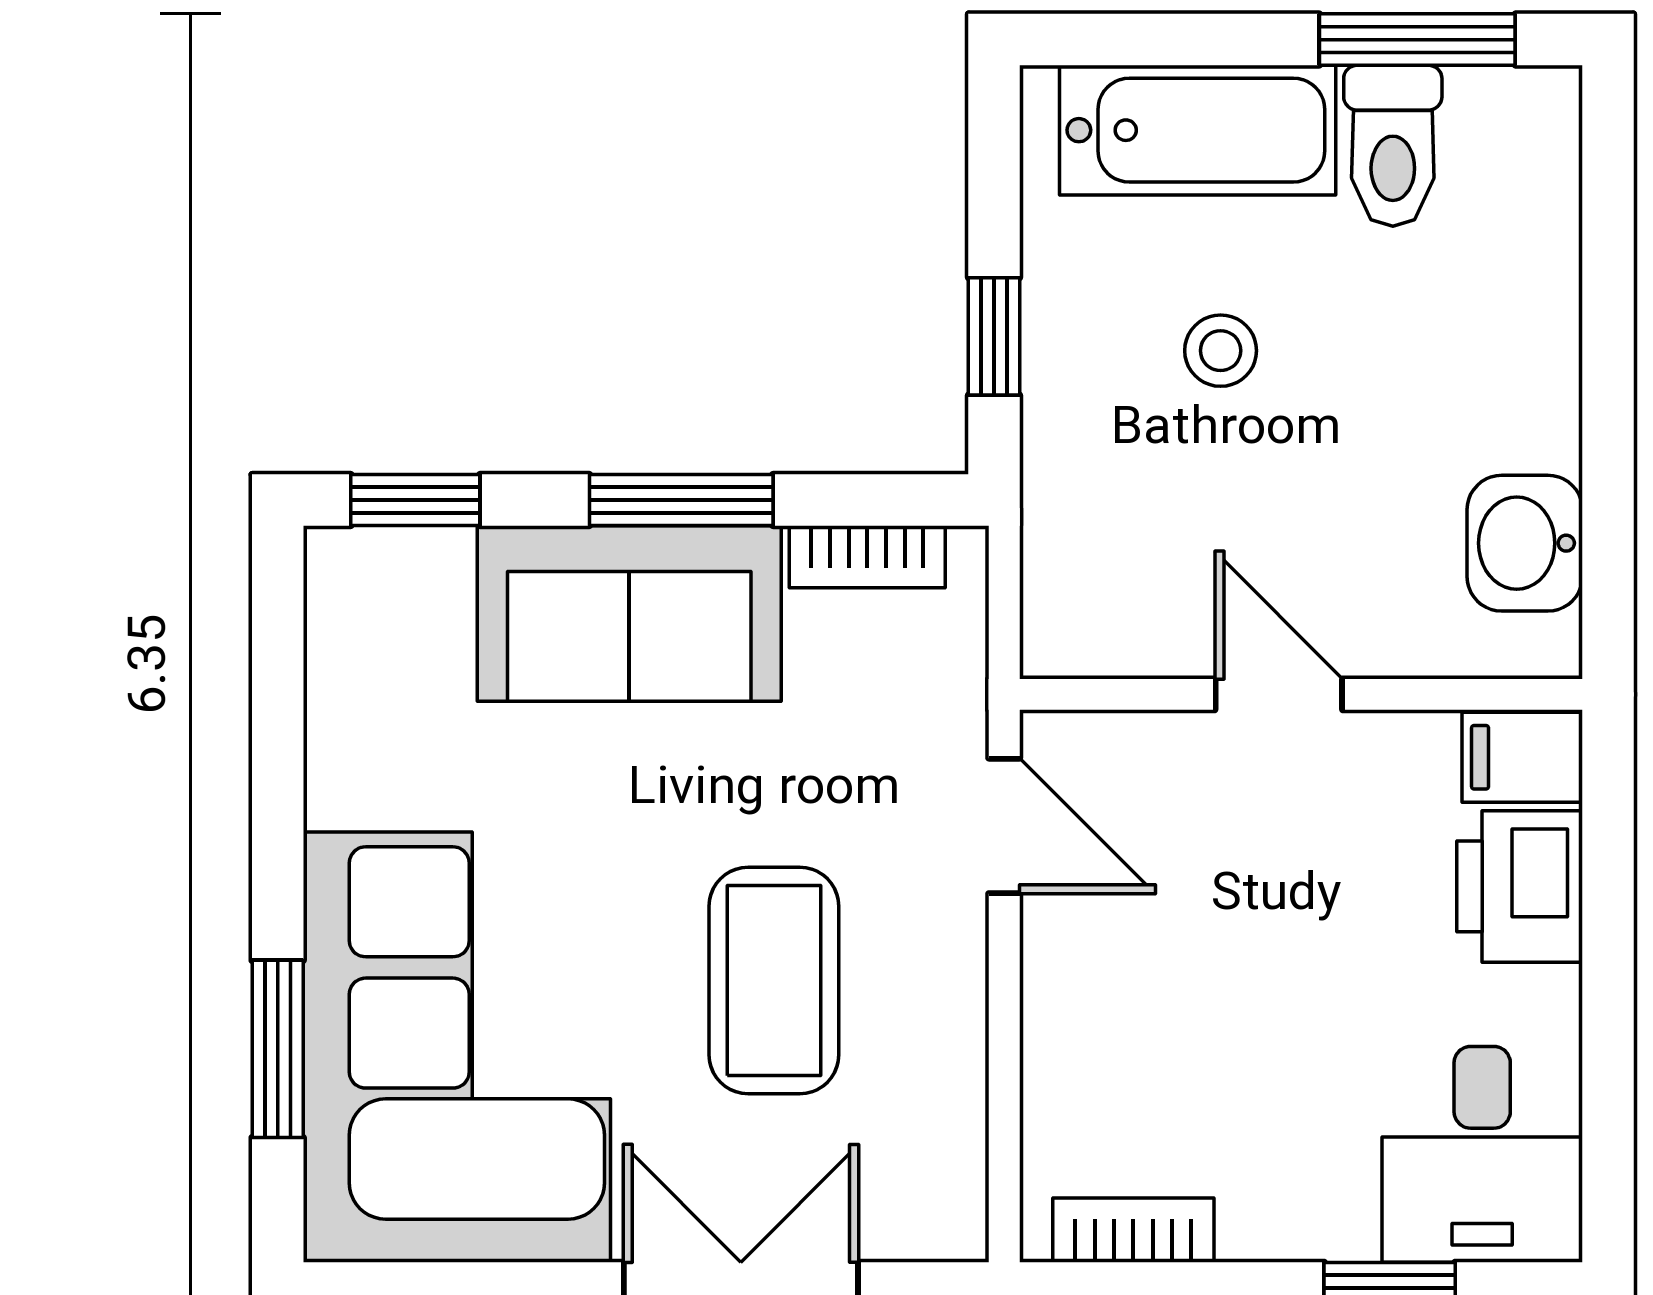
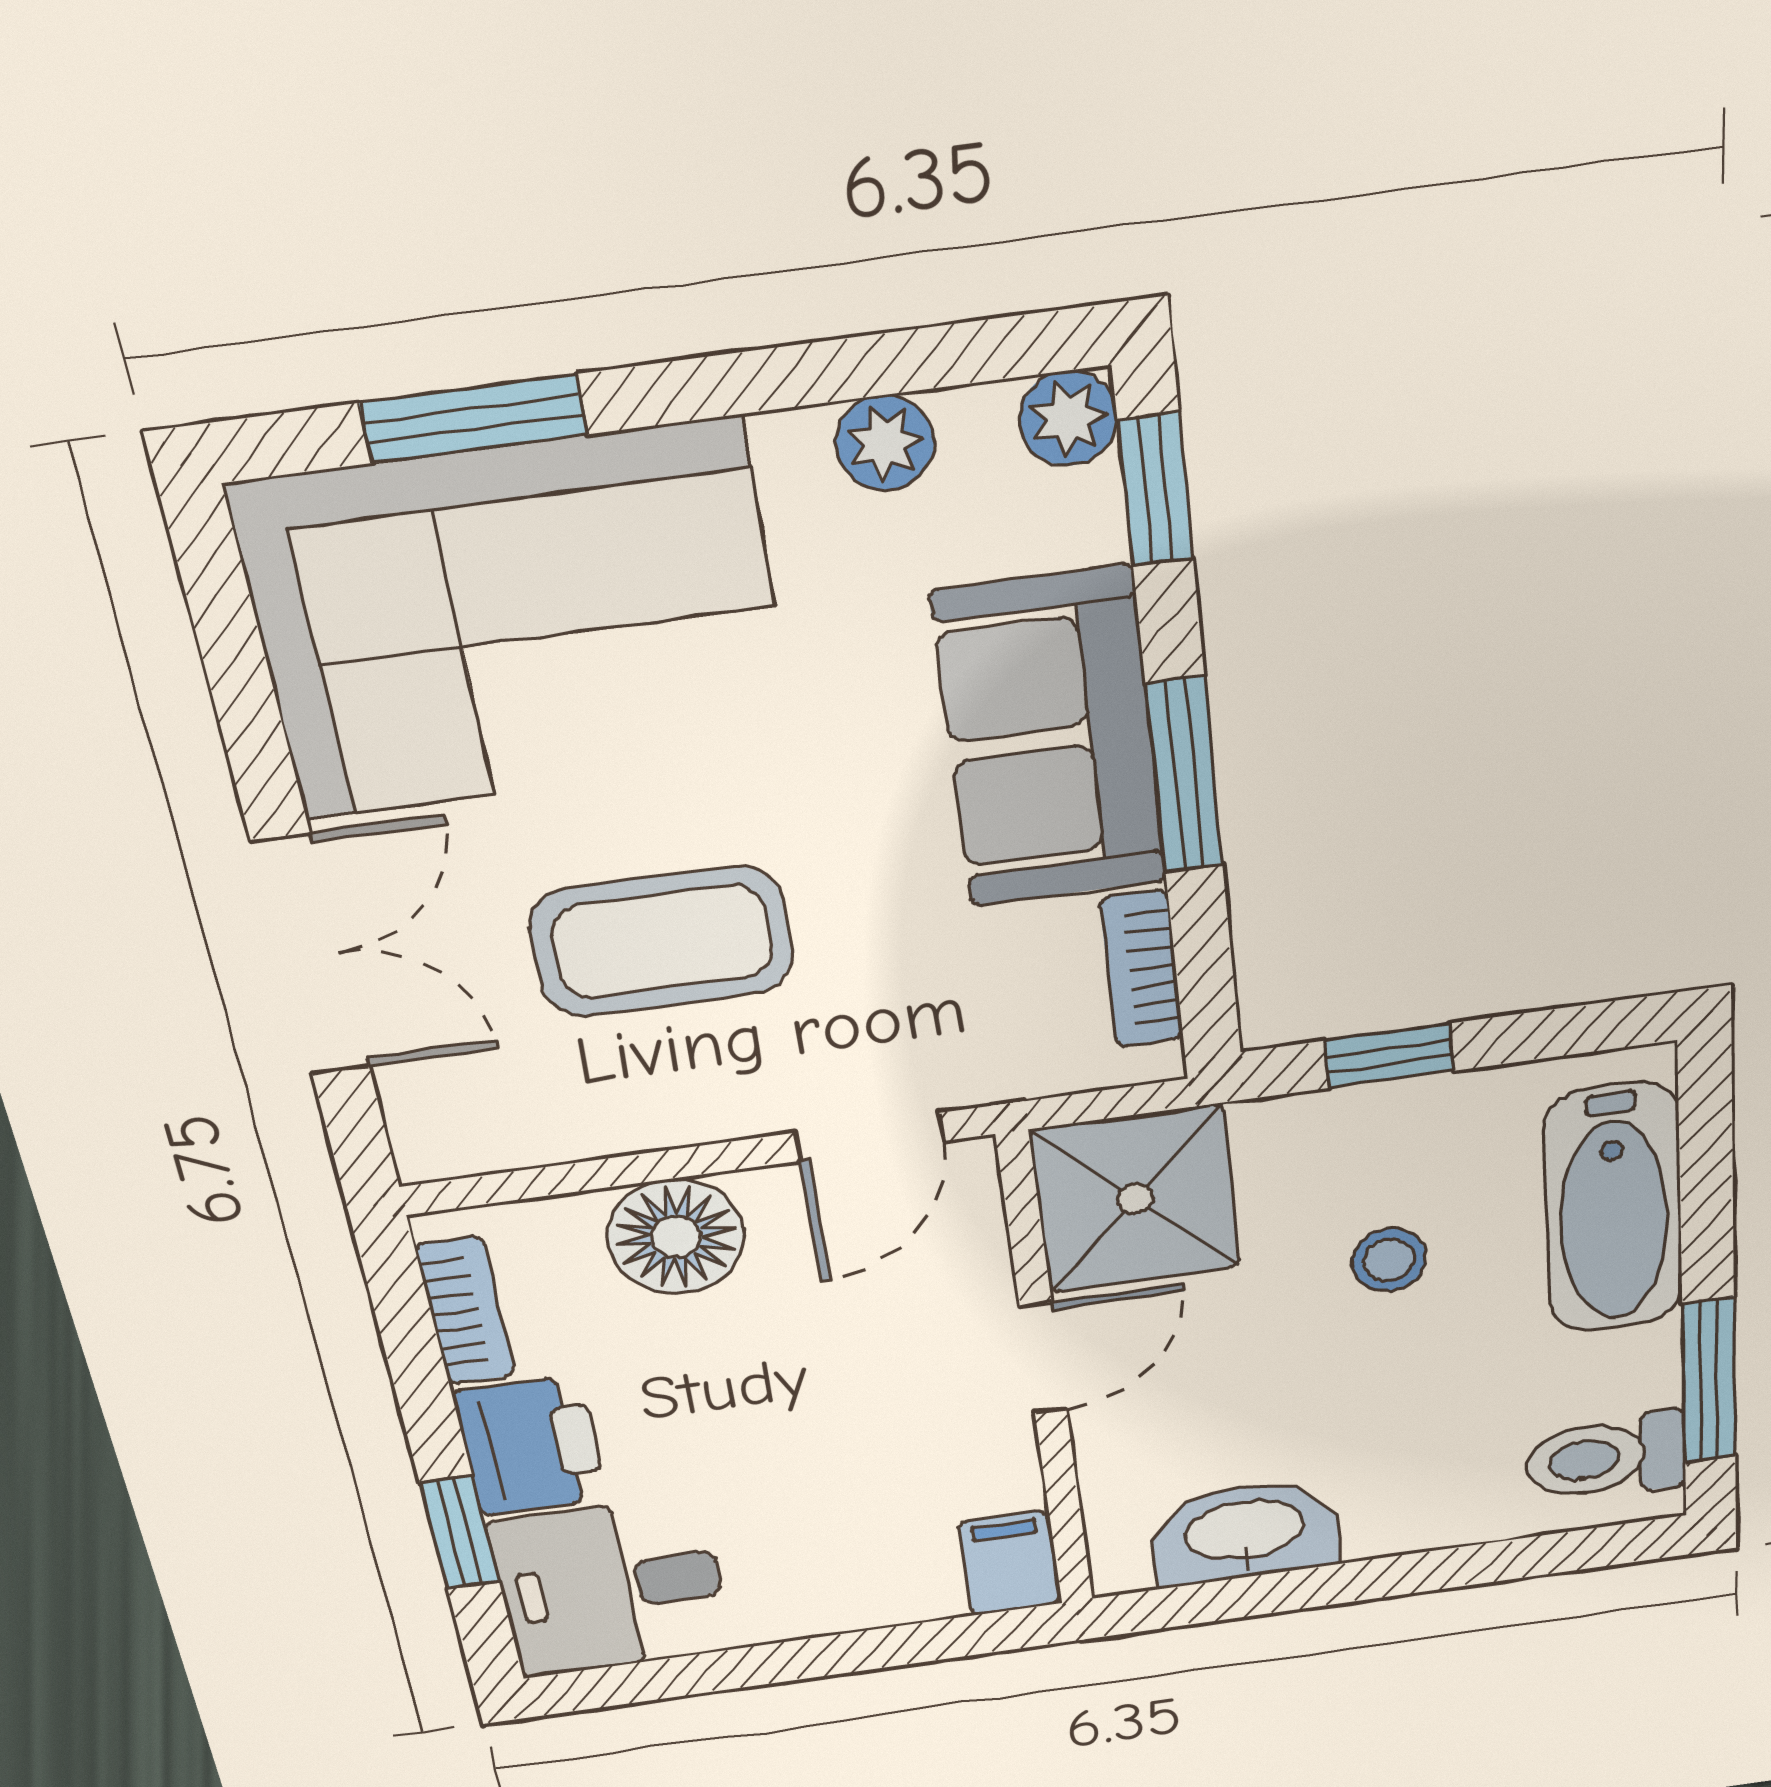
toilet: (1393, 146) -> (1606, 1457), moved
washbasin: (1525, 543) -> (1245, 1532), width x1.38
plant: (344, 566) -> (1068, 418), added
shower: (1112, 587) -> (1136, 1199), added
plant: (344, 720) -> (885, 443), added
printer: (1520, 886) -> (531, 1446), moved, turned 90
floor lamp: (1083, 1021) -> (676, 1237), added

